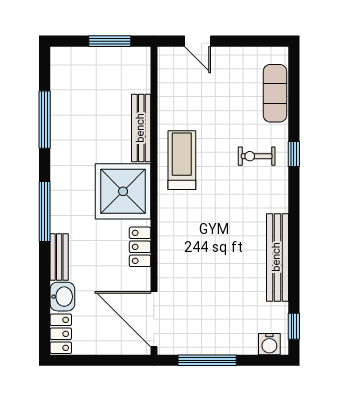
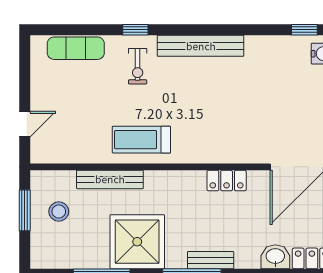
stool: (109, 76) -> (59, 212), added
shower: (123, 191) -> (137, 242), moved
bench: (59, 257) -> (211, 260), moved
bench: (277, 257) -> (201, 46), moved

